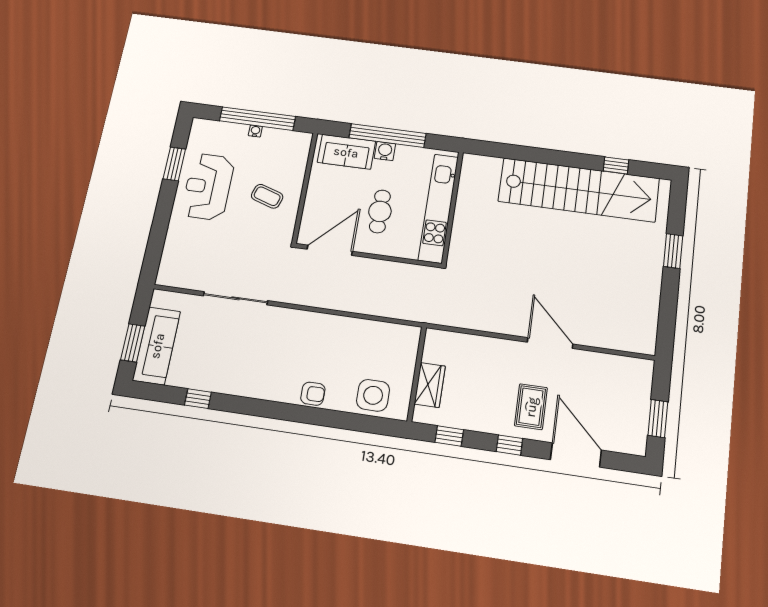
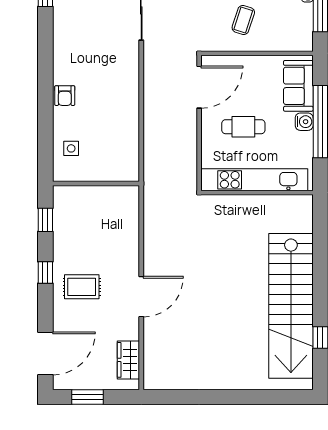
door: (330, 250) -> (199, 87), hinge flipped
window: (673, 251) -> (243, 397), removed
wardrobe: (430, 385) -> (128, 360), moved, turned 90
side table: (373, 395) -> (71, 148), width x0.54, depth x0.54
door: (576, 455) -> (45, 354), moved

